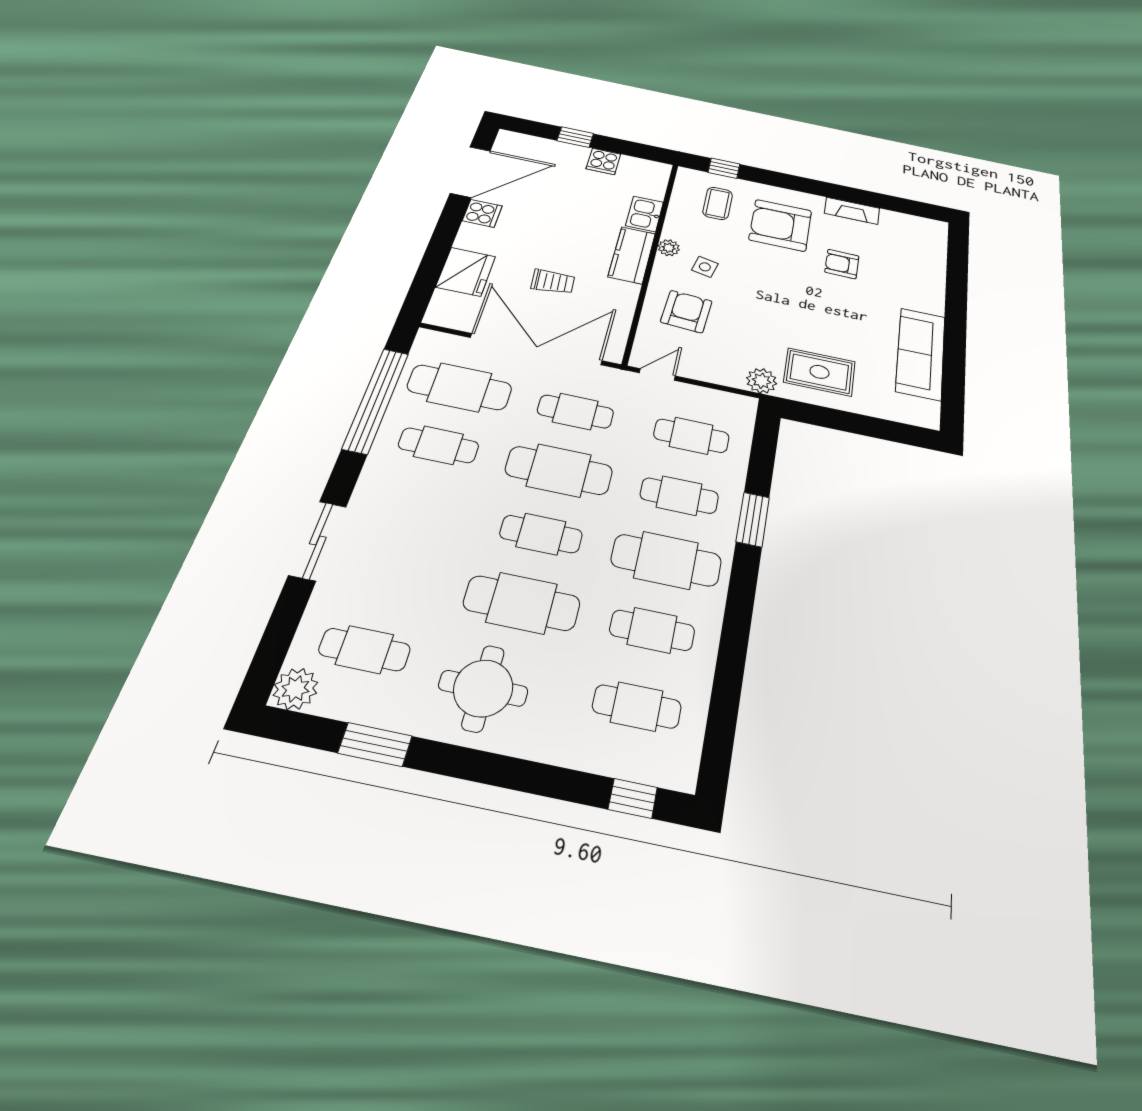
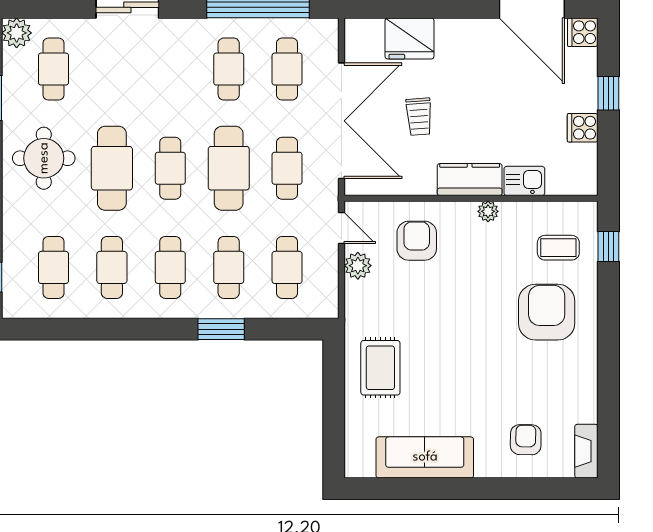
fireplace: (852, 211) -> (586, 451), moved
cooker: (482, 213) -> (583, 32), moved, turned 90
armchair: (842, 264) -> (526, 440), moved
side table: (705, 267) -> (474, 249), removed
armchair: (686, 312) -> (417, 241), turned -94
plant: (762, 381) -> (358, 266), moved
cafe table: (460, 387) -> (287, 69), width x0.73, depth x0.74
cafe table: (666, 560) -> (170, 267), width x0.73, depth x0.74

